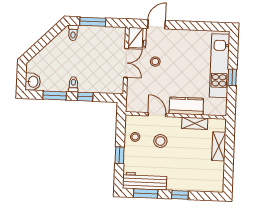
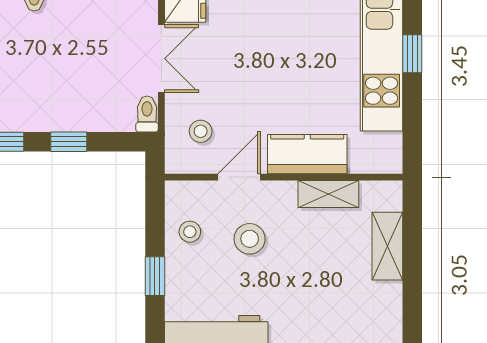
stool: (155, 62) -> (201, 131), moved
window: (232, 77) -> (412, 54), moved
toilet: (73, 84) -> (147, 114), moved
door: (157, 115) -> (239, 177), hinge flipped

